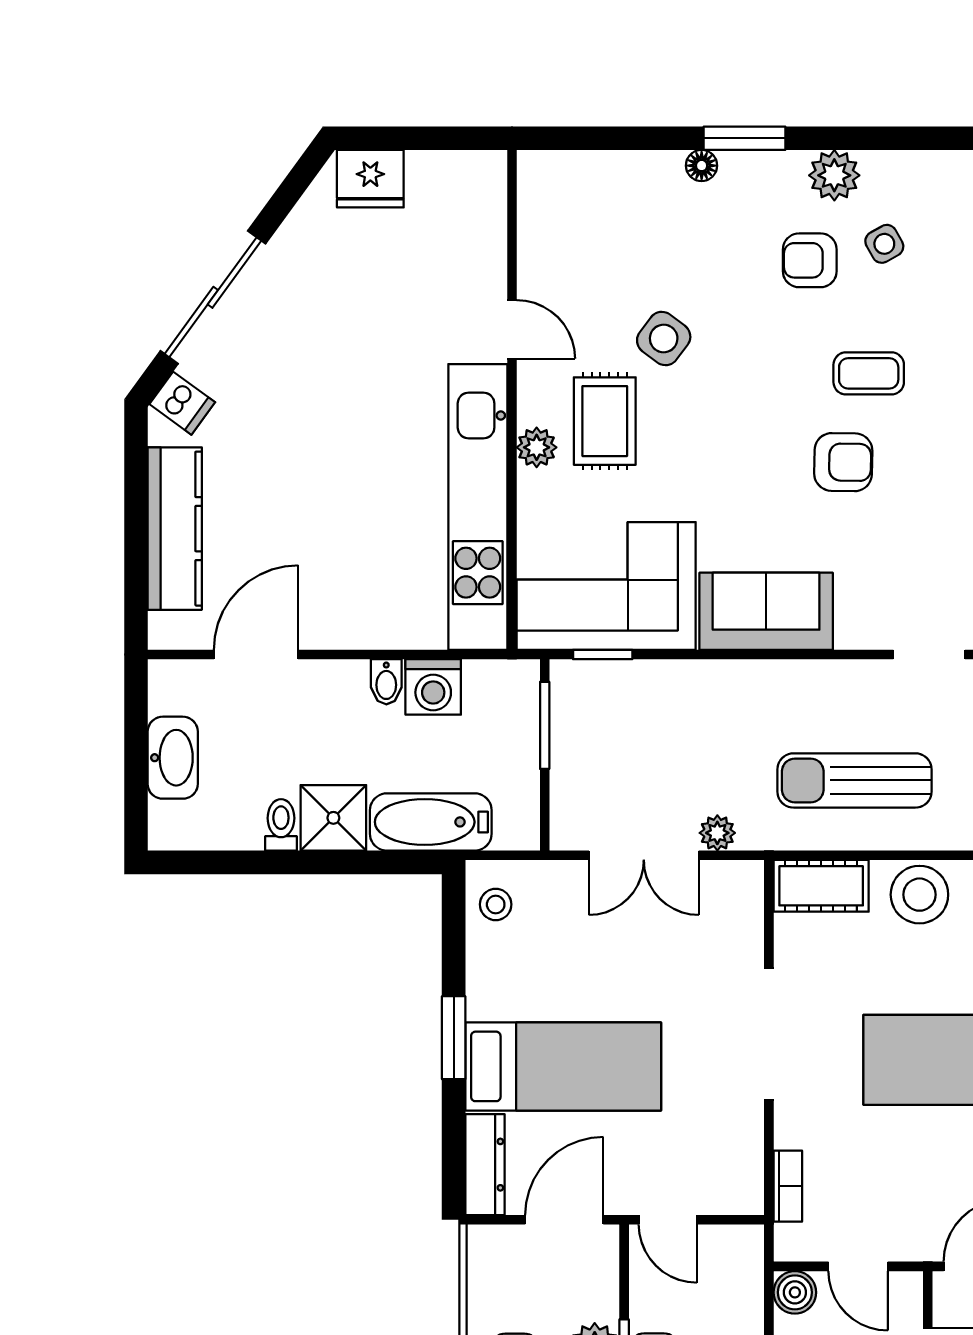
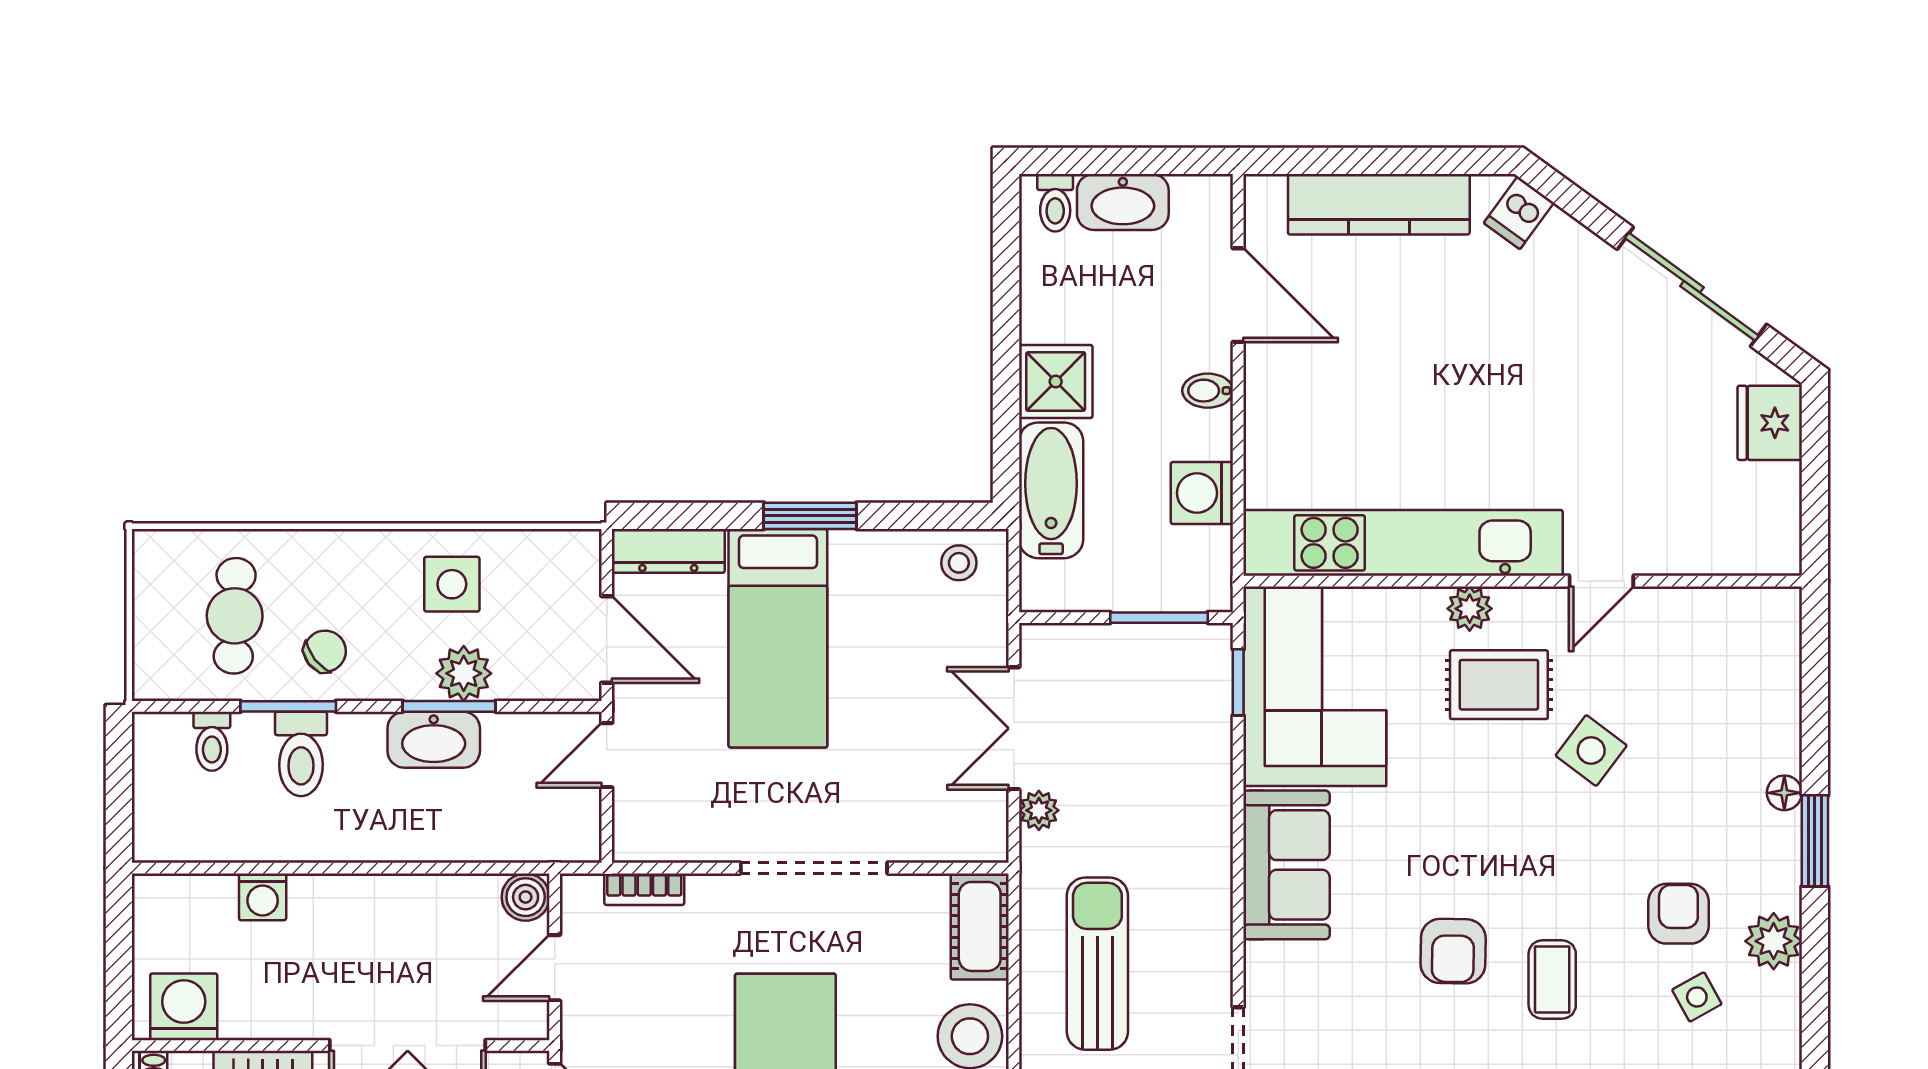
sliding door: (213, 297) -> (1692, 287), moved
bidet: (386, 682) -> (1208, 391), moved
toilet: (281, 825) -> (1055, 203), moved, turned 90

